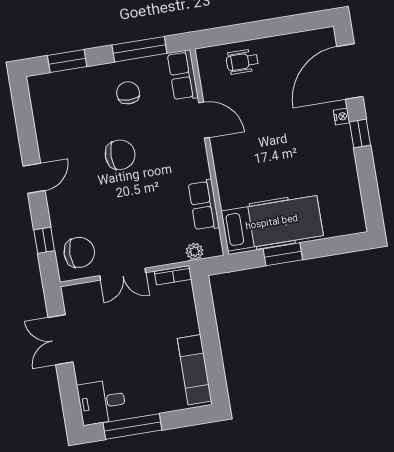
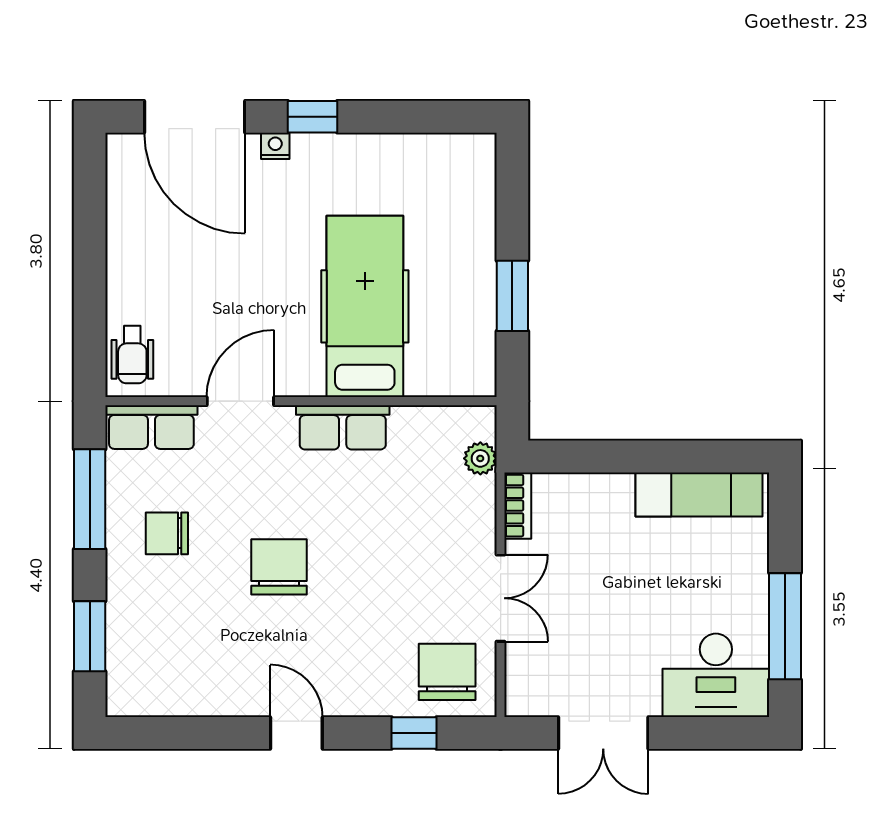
wheelchair: (242, 62) -> (132, 355), moved
row of seats: (204, 205) -> (343, 427), moved
hospital bed: (272, 223) -> (365, 306), moved
desk: (102, 402) -> (716, 675), width x1.37

